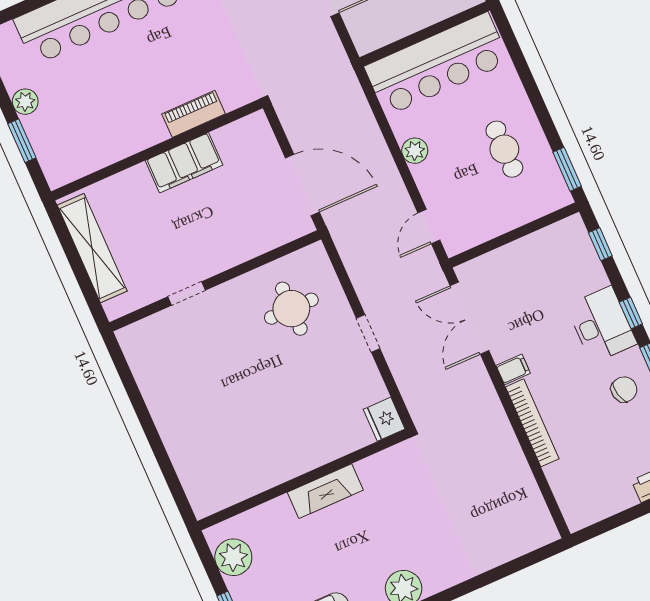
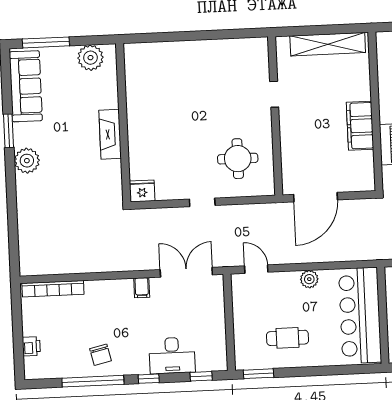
desk: (602, 325) -> (172, 356), moved
bookcase: (532, 423) -> (53, 289), moved

